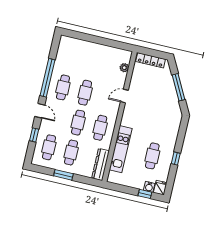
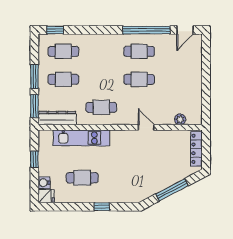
door: (40, 111) -> (185, 30), moved
cafe table: (78, 123) -> (101, 79), removed
window: (34, 135) -> (55, 30), moved
window: (176, 158) -> (102, 207), moved
window: (87, 180) -> (34, 106), added
window: (145, 194) -> (34, 159), moved

